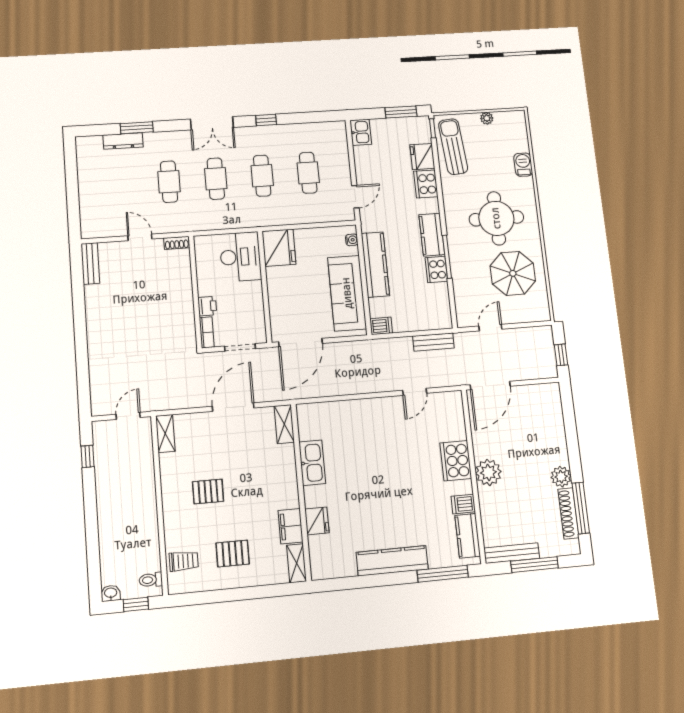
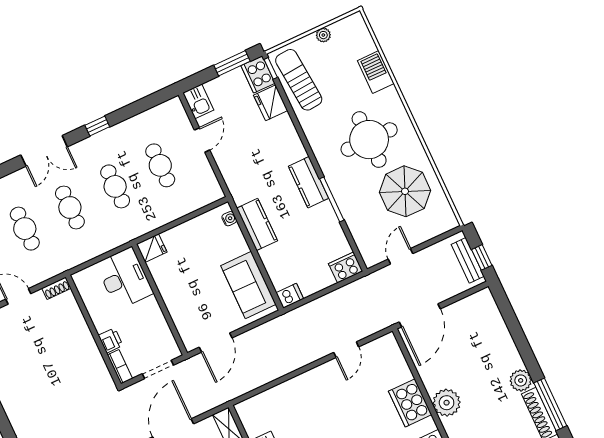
barbecue: (523, 165) -> (376, 72), width x1.38, depth x1.27
cooker: (426, 184) -> (258, 74), moved
door: (355, 197) -> (202, 140), moved
fridge: (279, 248) -> (152, 248), width x0.53, depth x0.75
kitchen counter: (375, 264) -> (257, 224), width x0.67
cooker: (436, 269) -> (346, 267), moved, turned 90
sofa: (347, 293) -> (248, 285), width x0.73
bench: (433, 342) -> (468, 260), moved, turned 90
door: (301, 343) -> (216, 343), width x0.73

